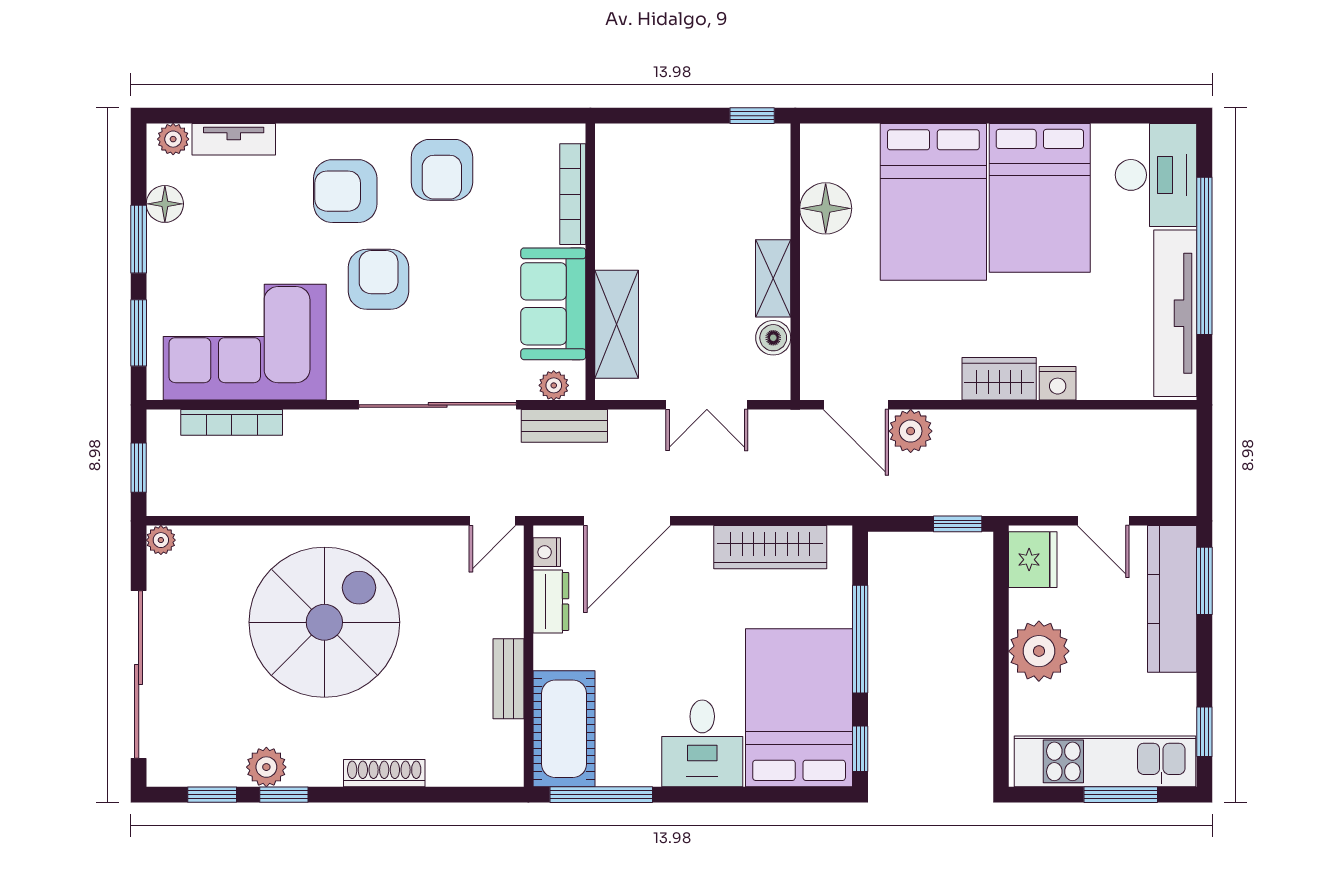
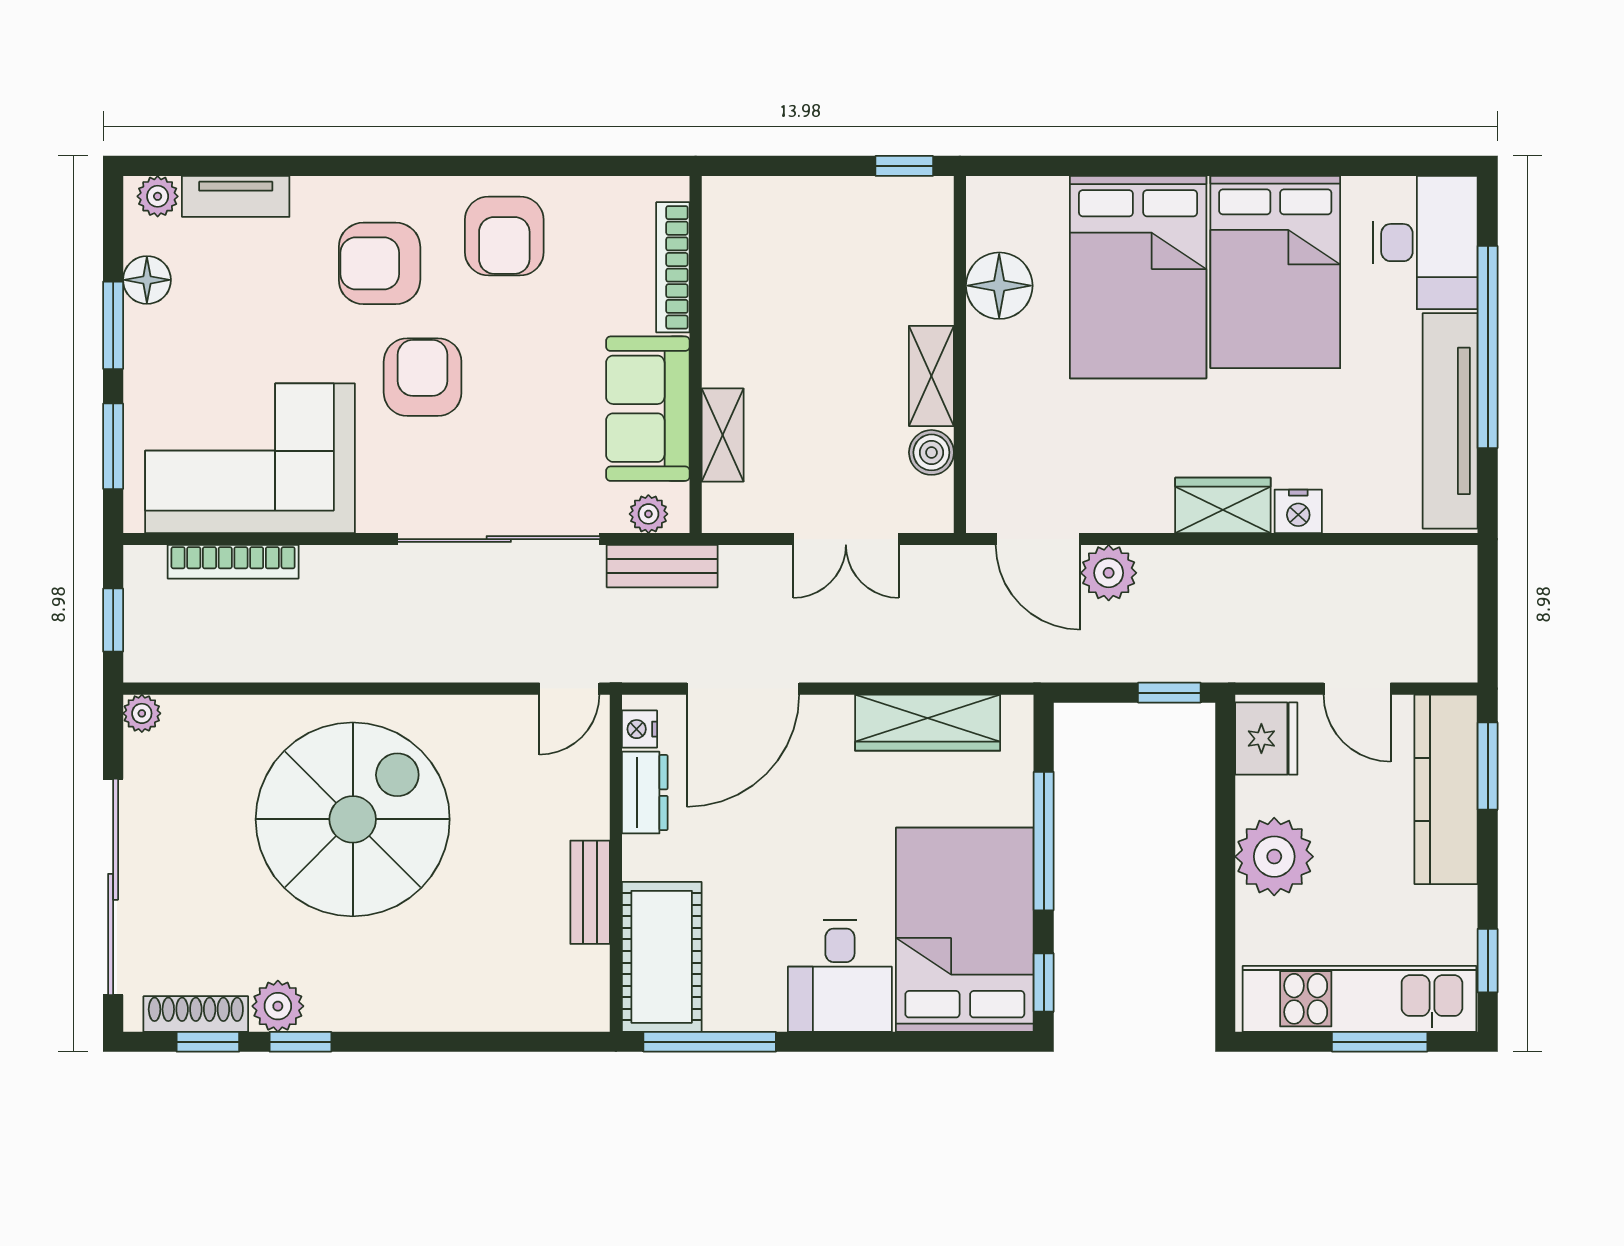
shelving: (617, 324) -> (723, 435), width x0.67, depth x0.75
shoe rack: (384, 773) -> (196, 1014), moved

